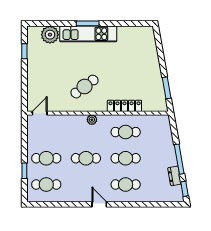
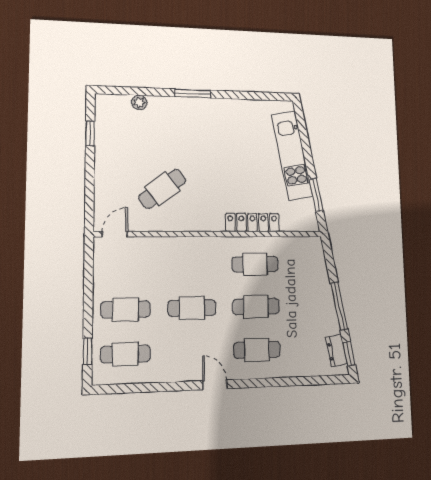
kitchen unit: (88, 34) -> (292, 156), moved, turned 80
plant: (50, 35) -> (139, 102), width x0.53, depth x0.53
cafe table: (85, 87) -> (162, 189), moved
plant: (92, 120) -> (201, 245), removed
window: (24, 171) -> (88, 351), moved
dresser: (174, 176) -> (336, 350), moved

